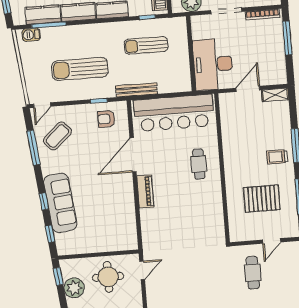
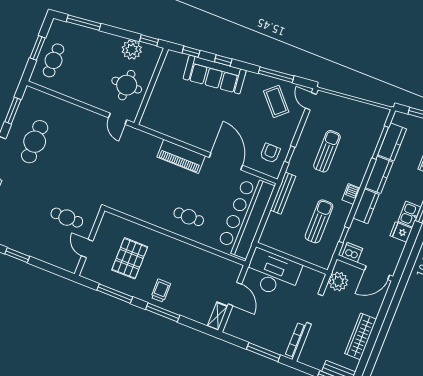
barbecue: (31, 35) -> (351, 194), moved
sun lounger: (80, 69) -> (327, 151), width x0.73, depth x0.75
piano: (145, 191) -> (181, 156), width x1.37, depth x1.33

